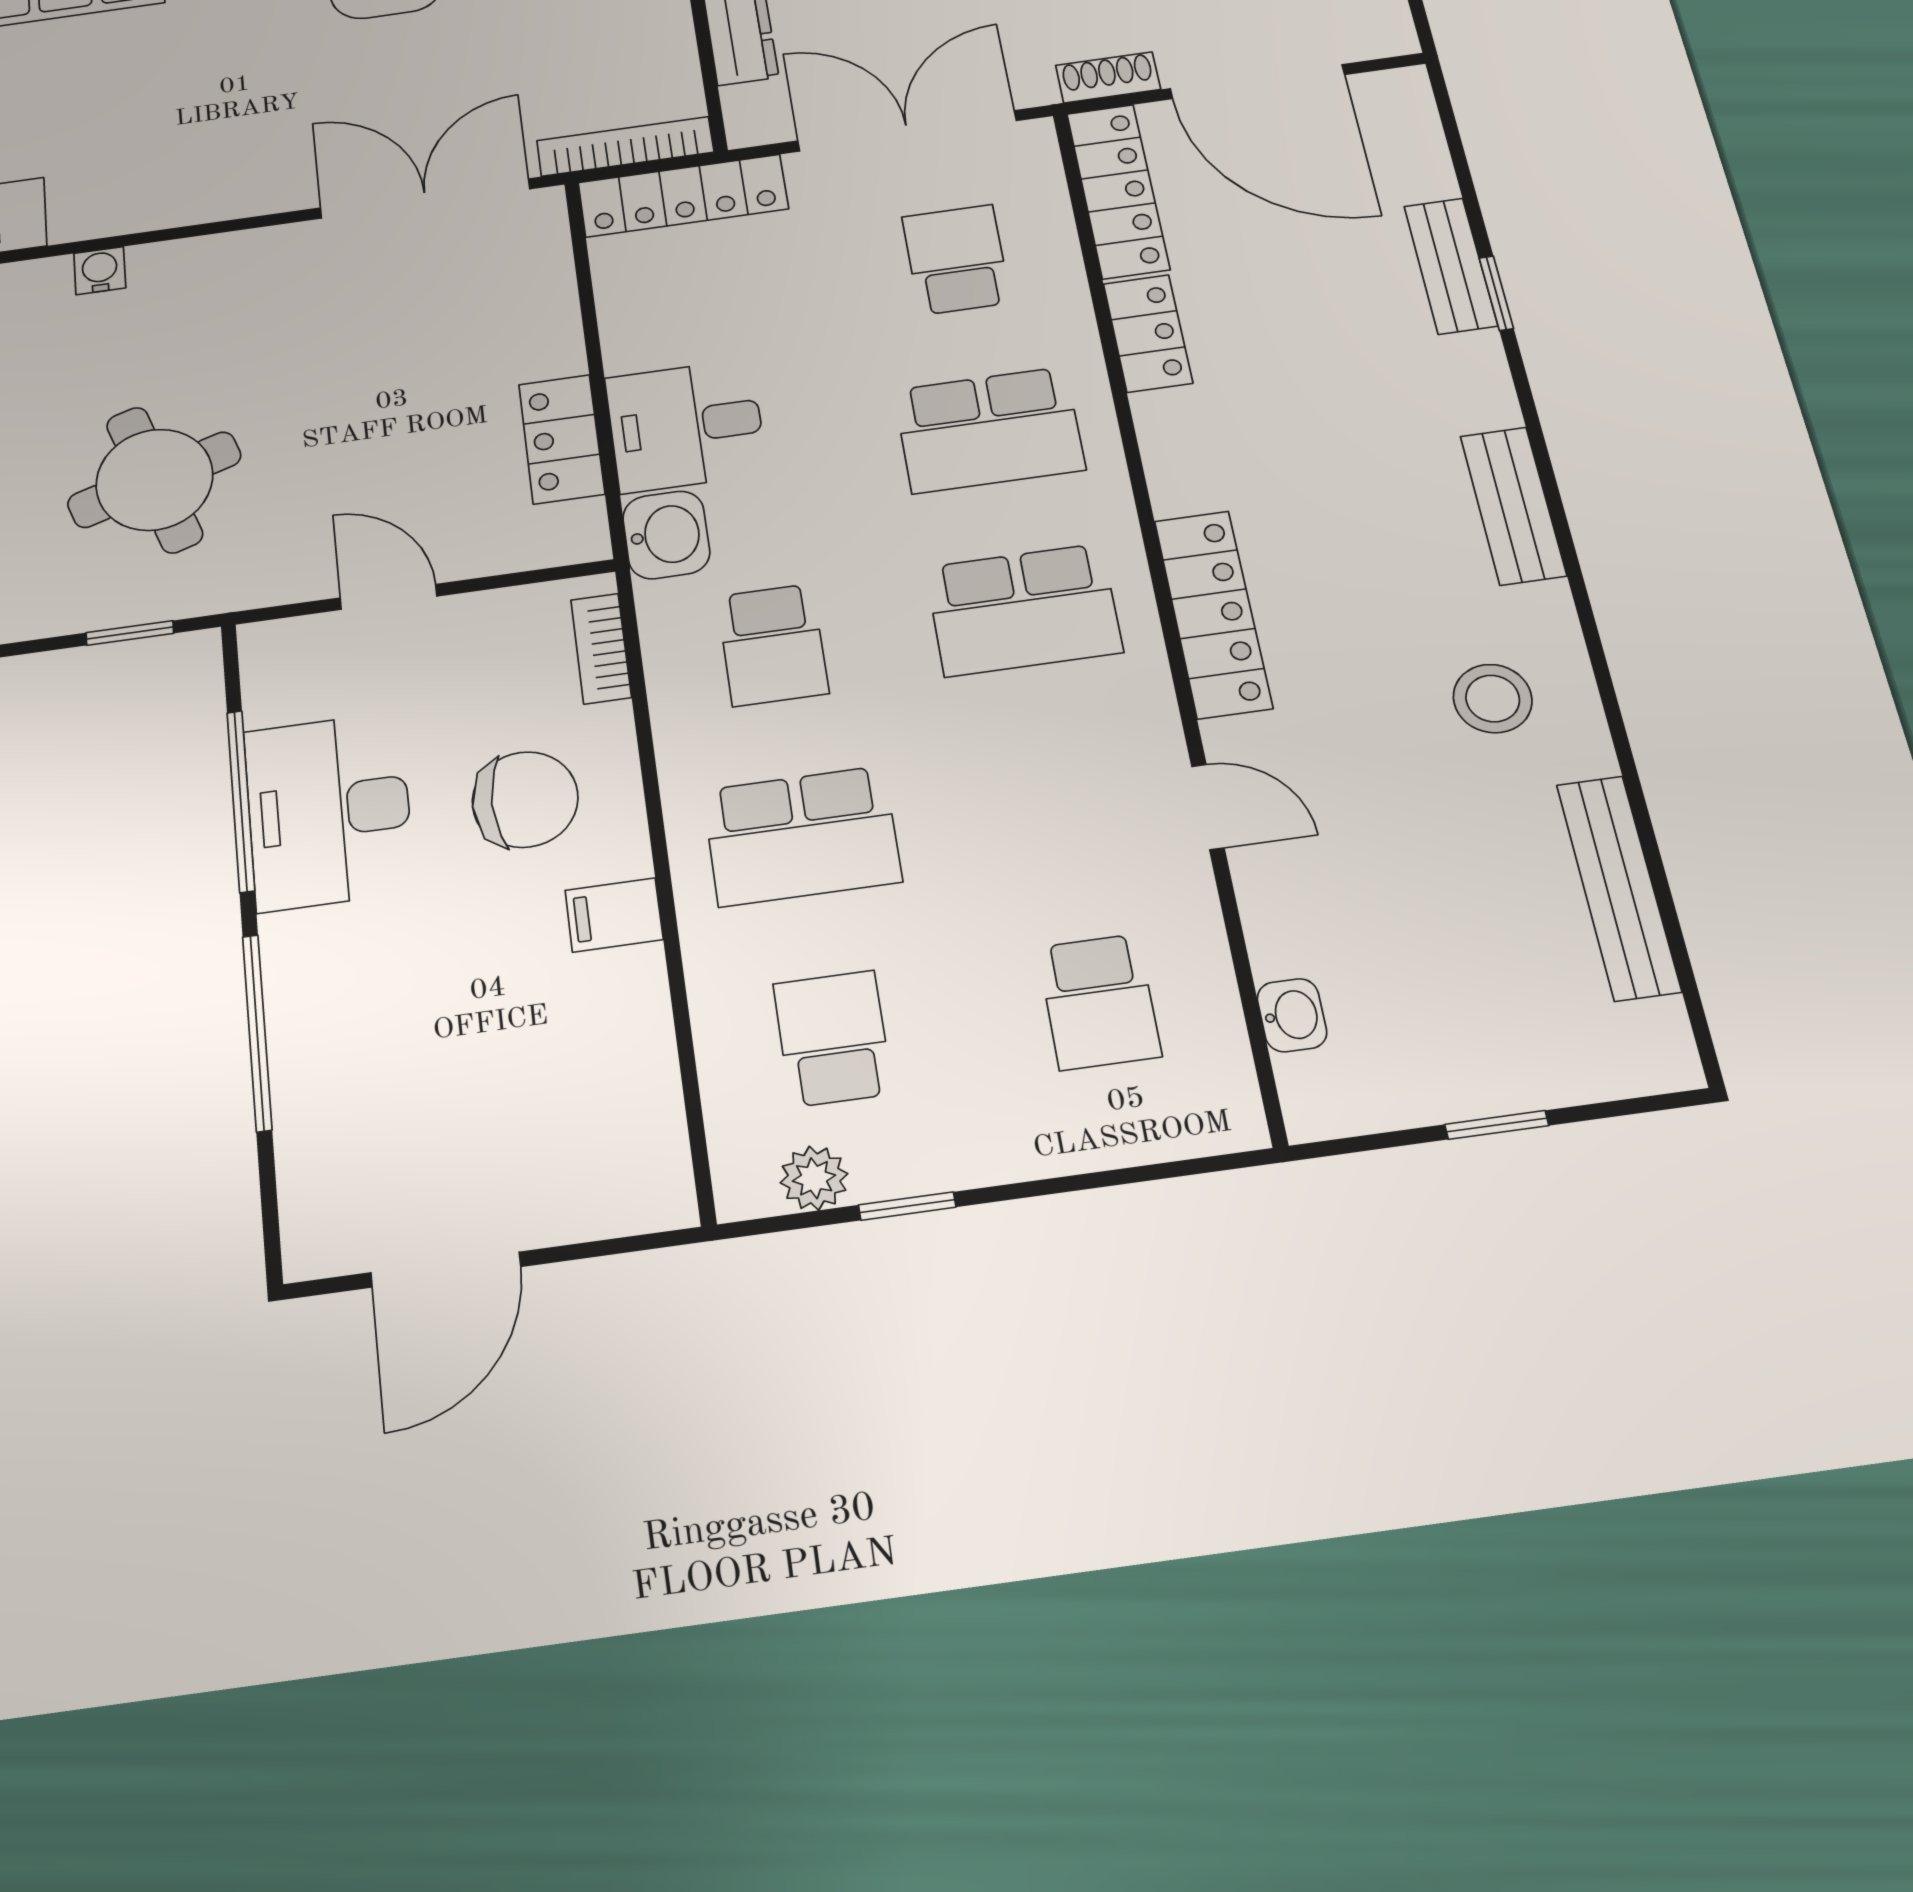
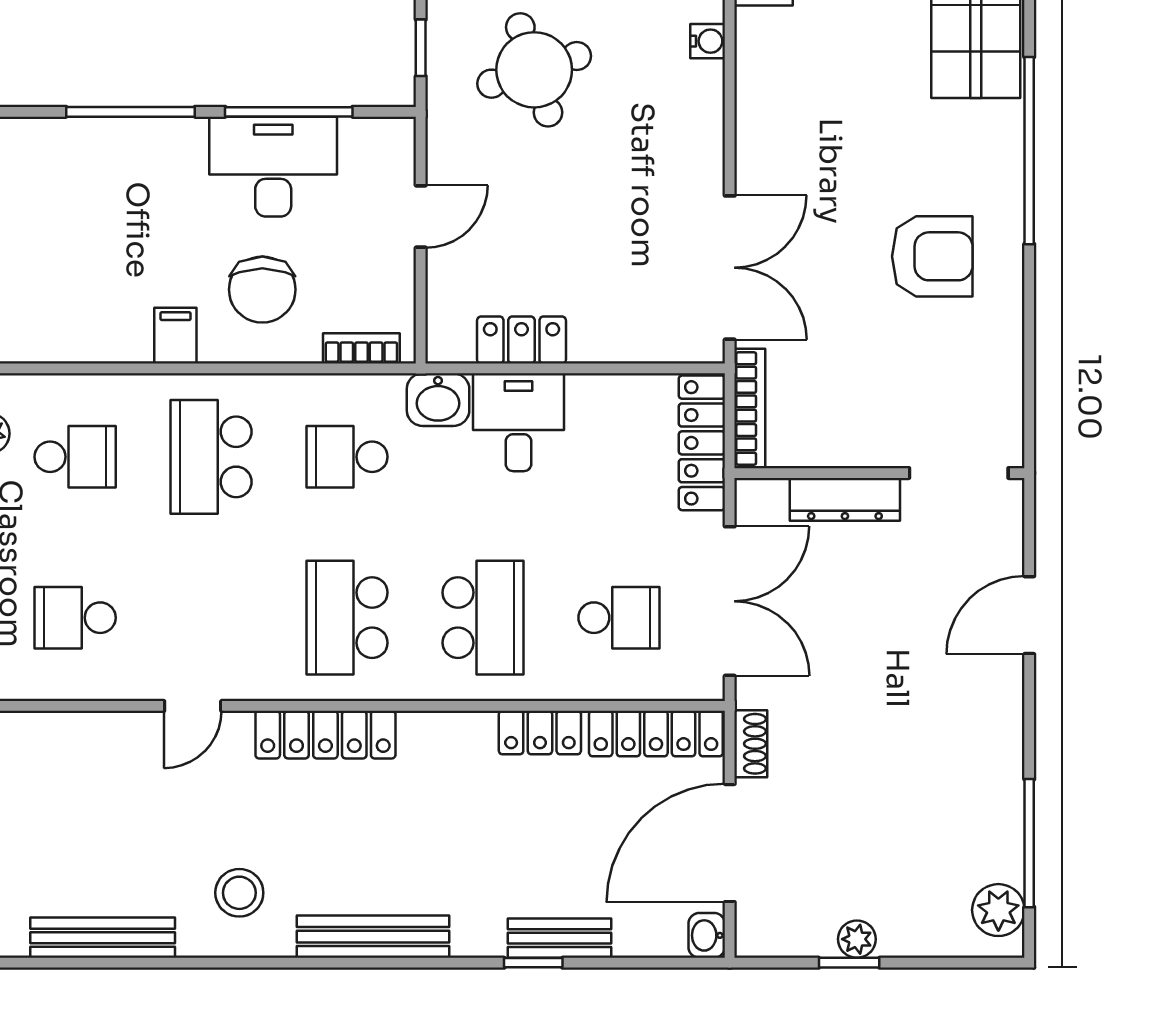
school desk: (989, 430) -> (483, 618), turned 180
bench: (1513, 506) -> (373, 937), width x1.36
washbasin: (1292, 1015) -> (707, 935), moved, turned 90

